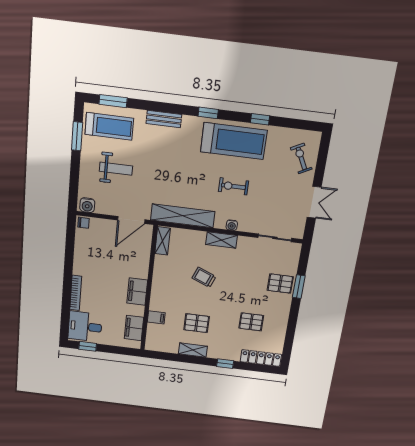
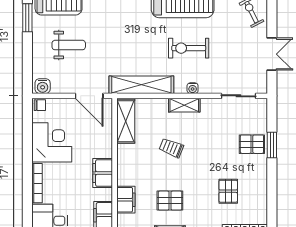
exercise bike: (233, 186) -> (189, 48), width x1.38, depth x1.39
door: (131, 220) -> (89, 96), hinge flipped
shelving: (163, 241) -> (126, 121), width x1.50, depth x1.33
corner desk: (92, 258) -> (52, 142), added
filing cabinet: (156, 317) -> (126, 200), width x2.00
pallet: (251, 322) -> (228, 191), turned 90

